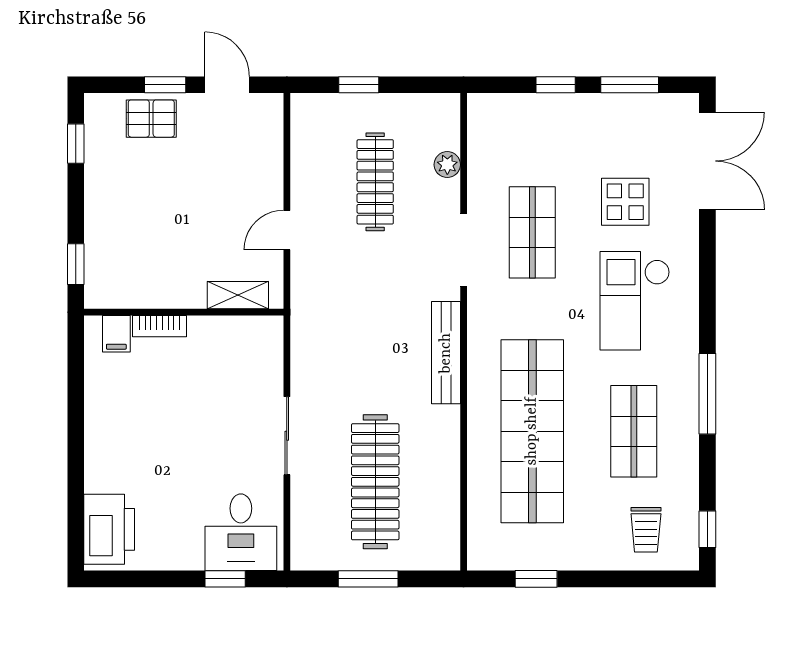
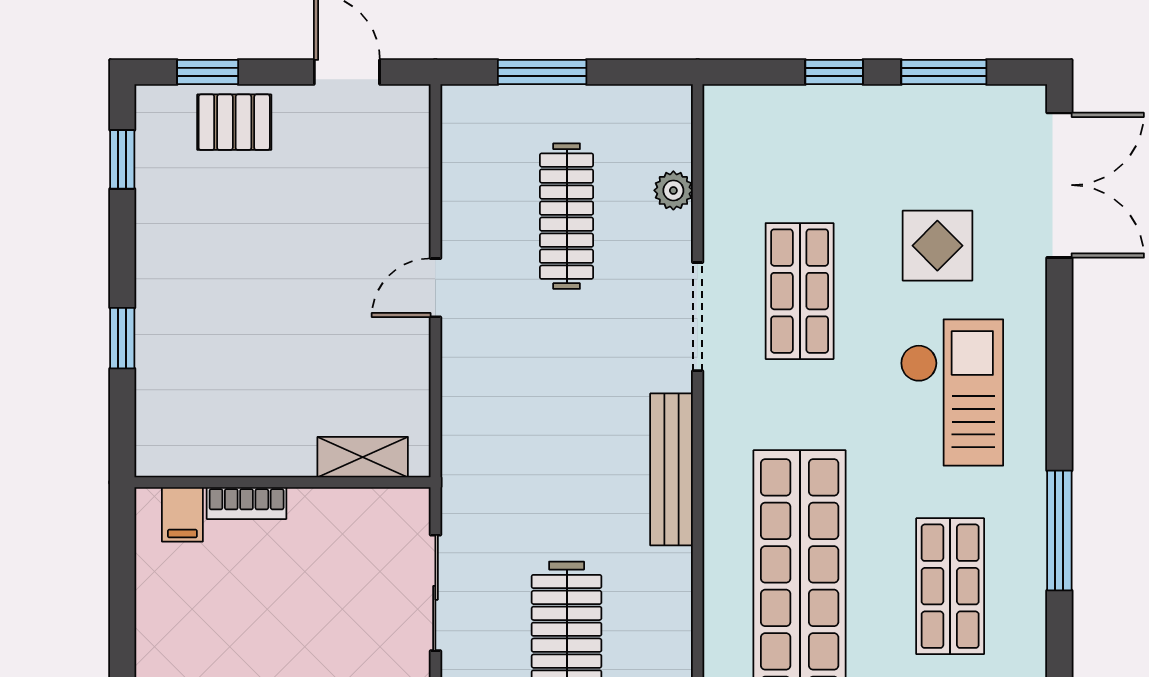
window: (165, 85) -> (208, 72), moved
window: (359, 85) -> (542, 72), width x1.50
shelving: (238, 295) -> (363, 457), moved
checkout: (635, 301) -> (952, 393), turned 180
wall: (184, 312) -> (282, 482), moved
bookcase: (160, 326) -> (247, 503), moved
filing cabinet: (116, 334) -> (182, 514), moved

